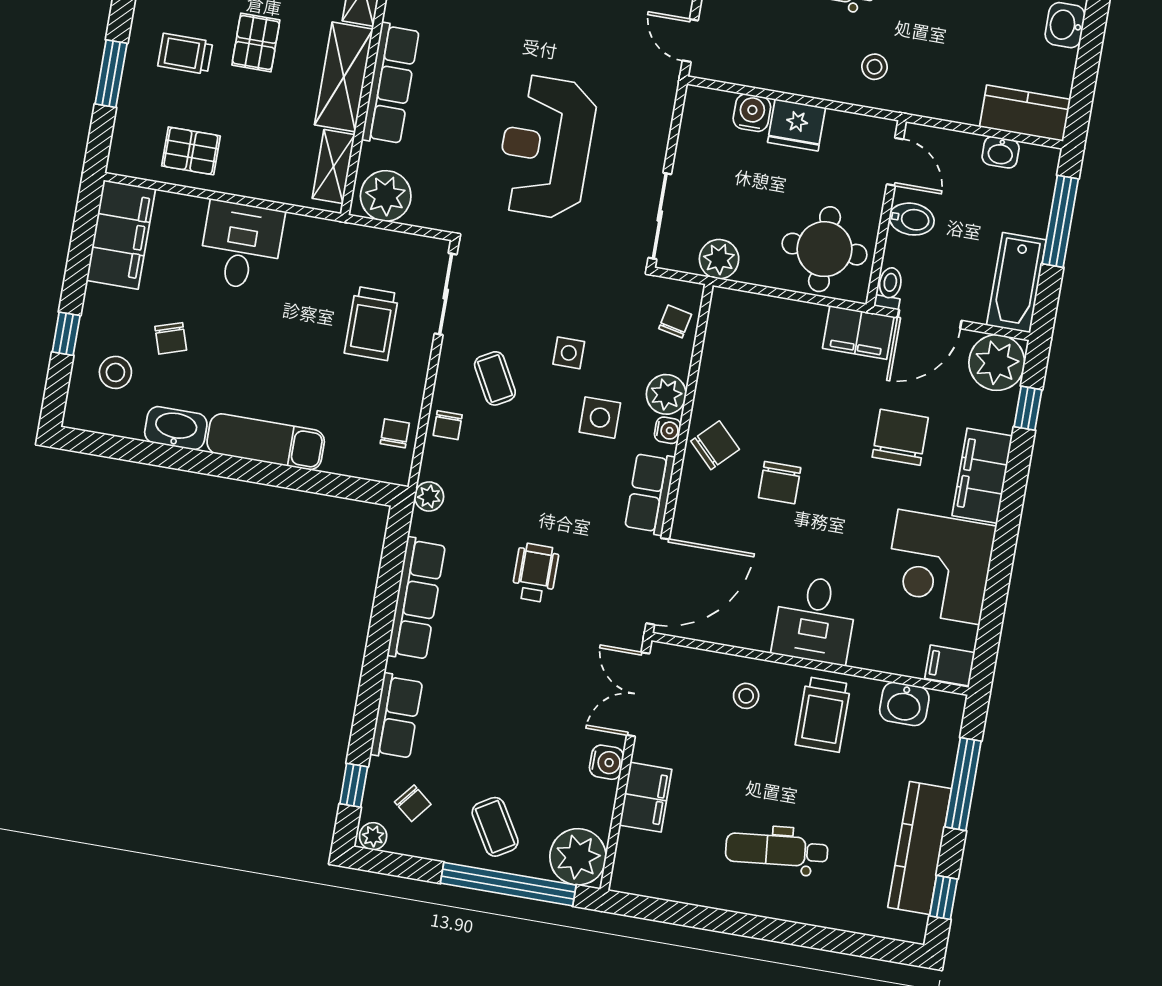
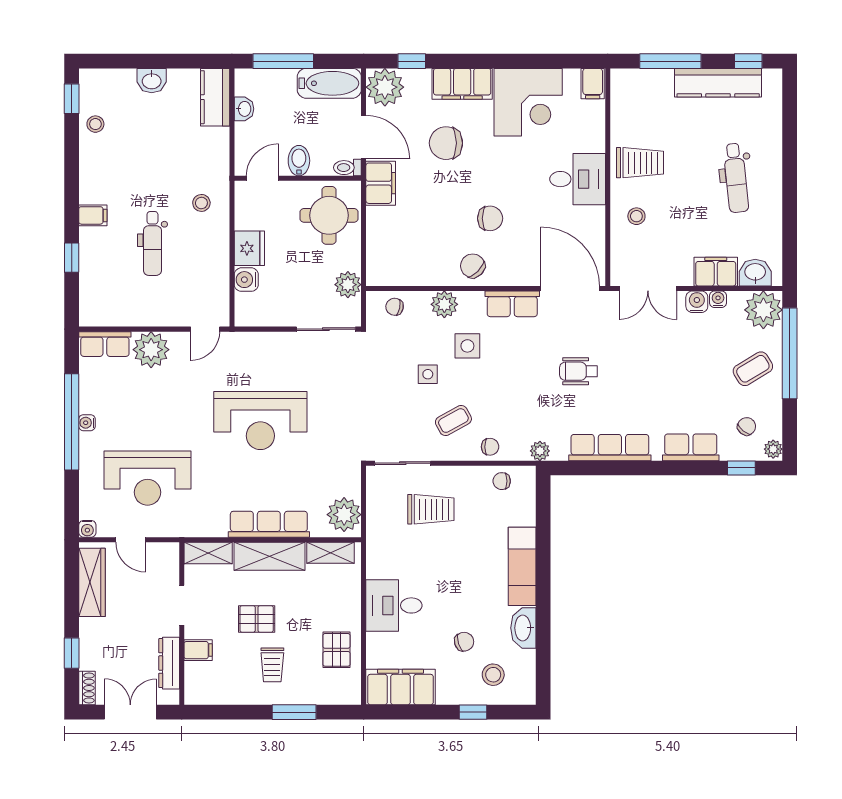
reception desk: (546, 147) -> (260, 421), moved
water cooler: (668, 430) -> (718, 299), moved
washbasin: (904, 704) -> (755, 273), moved, turned -90

